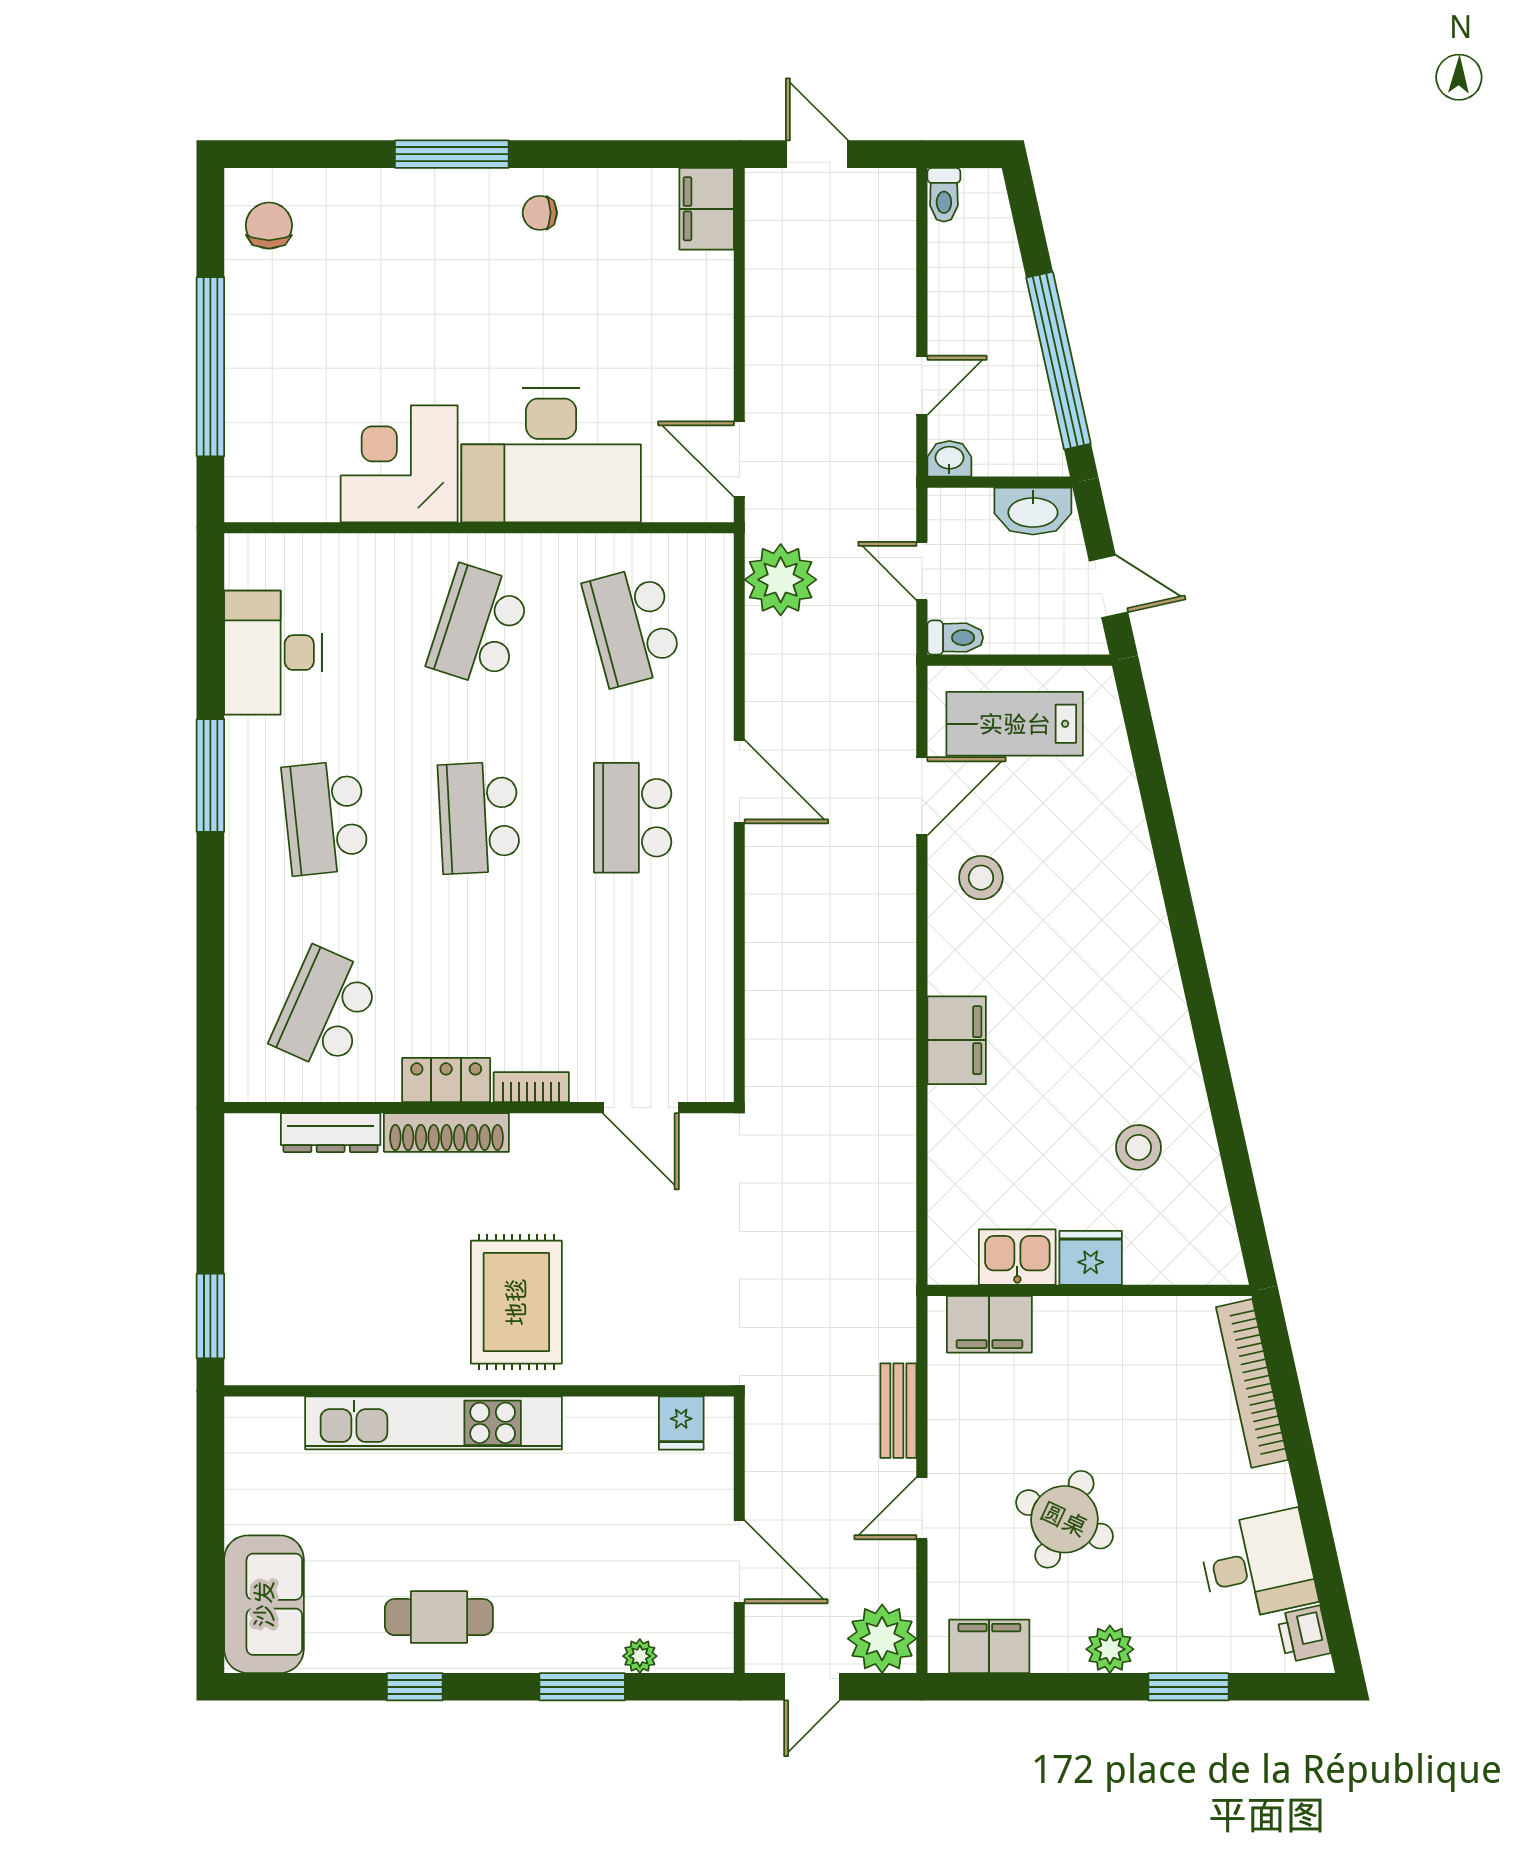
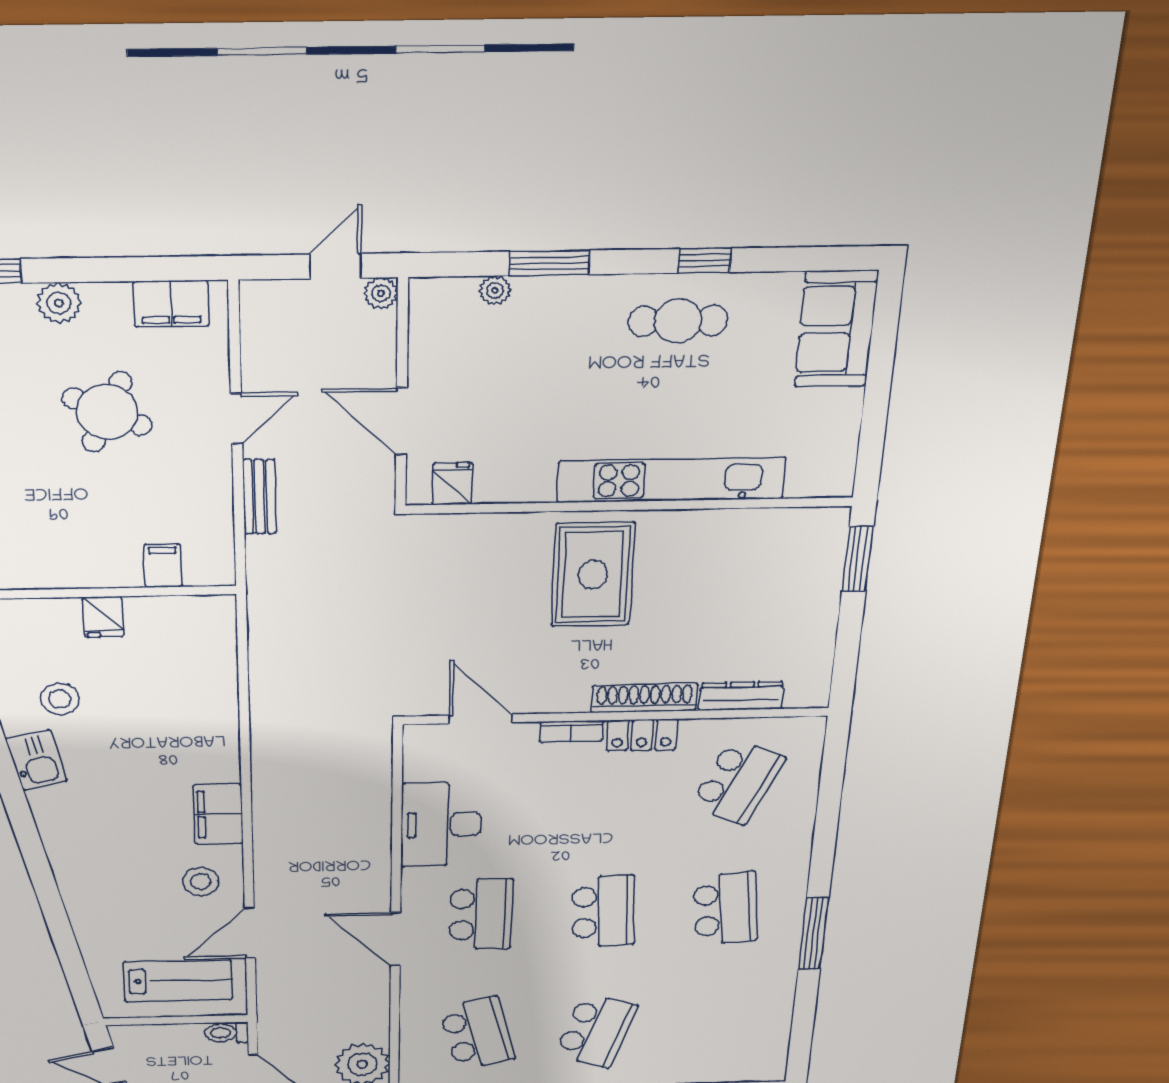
desk: (273, 653) -> (441, 825), moved, turned 180
filing cabinet: (957, 1040) -> (218, 814), moved
kitchen sink: (1017, 1257) -> (36, 760), moved, turned -102
fridge: (1091, 1258) -> (103, 617), width x0.72
filing cabinet: (989, 1324) -> (163, 566), width x0.50
door: (739, 1562) -> (401, 421), moved
plant: (882, 1639) -> (381, 293), moved, width x0.53, depth x0.53

